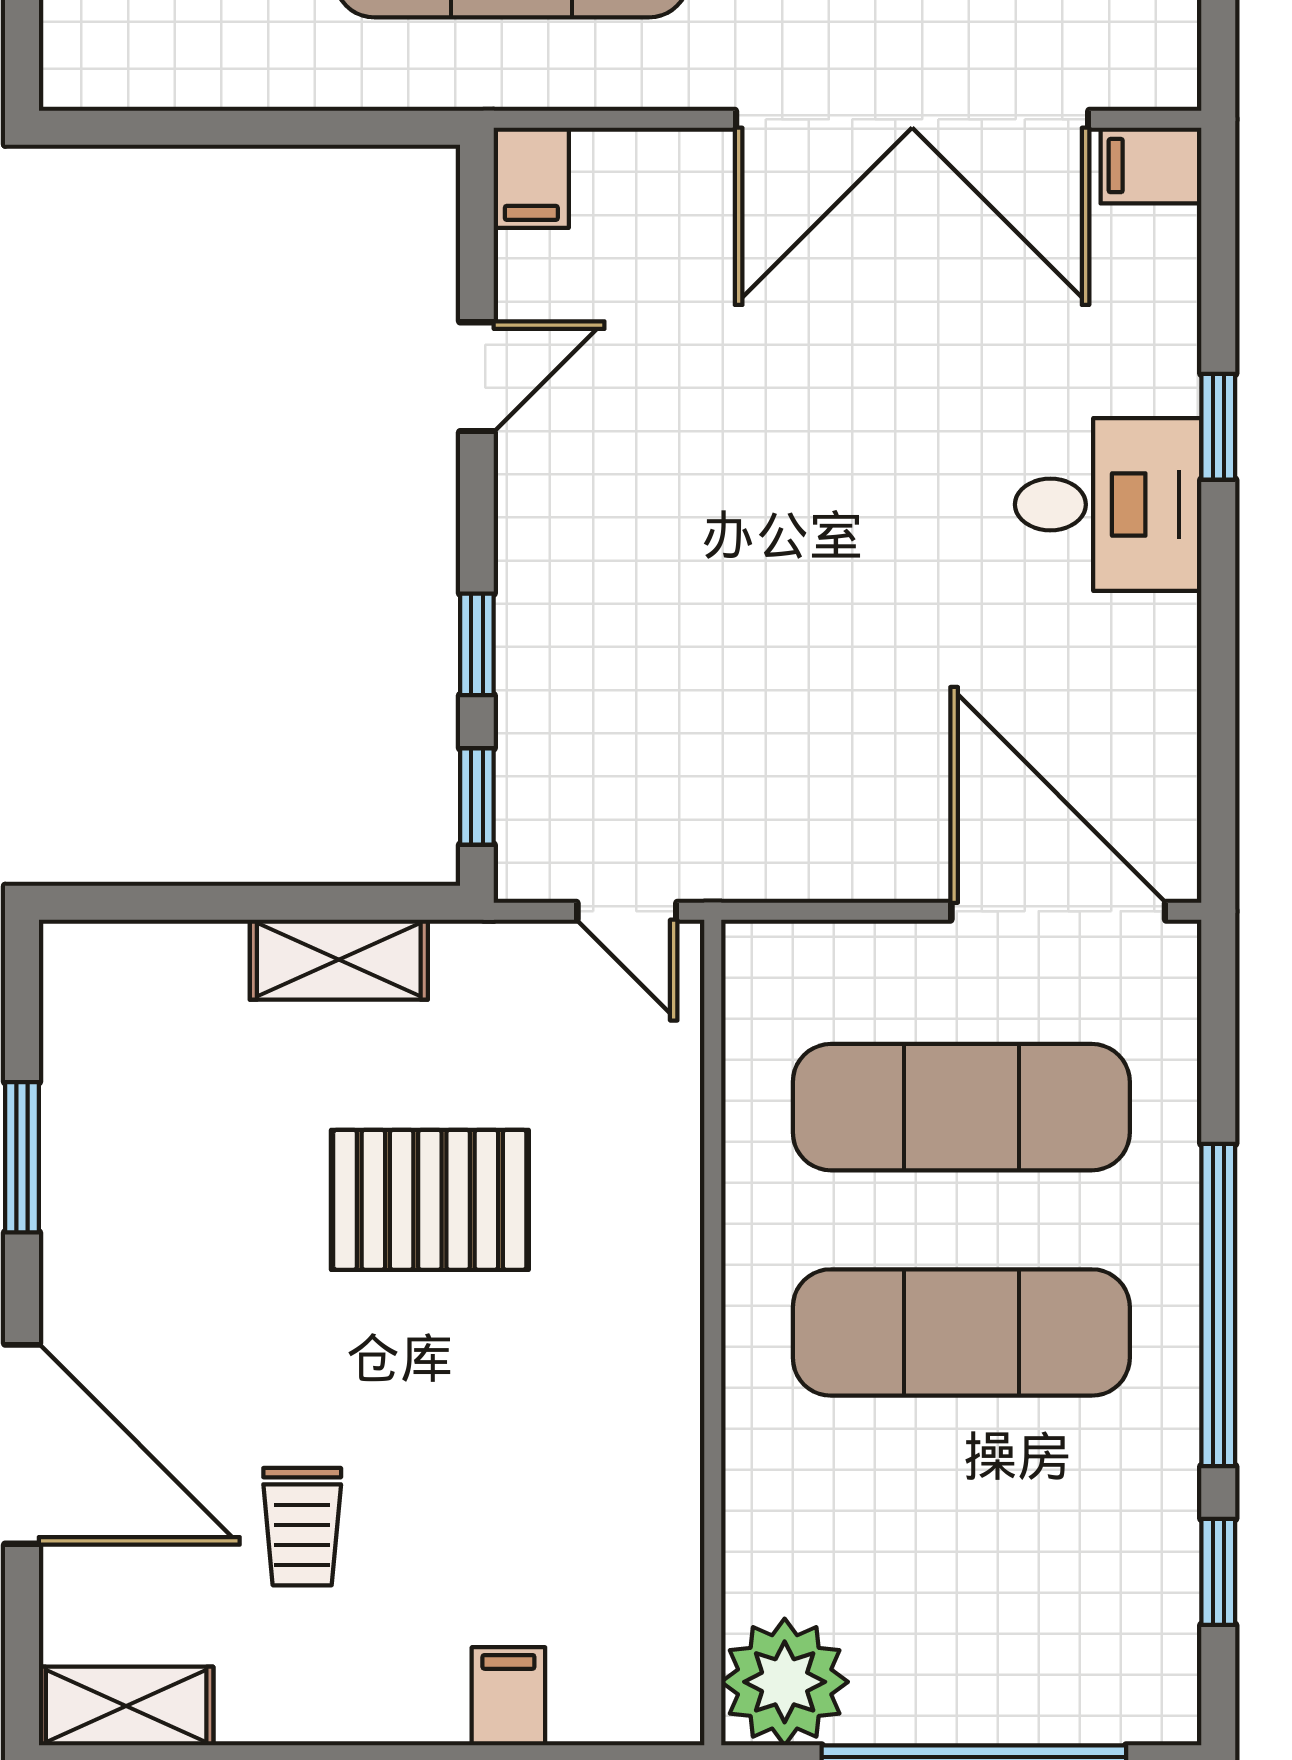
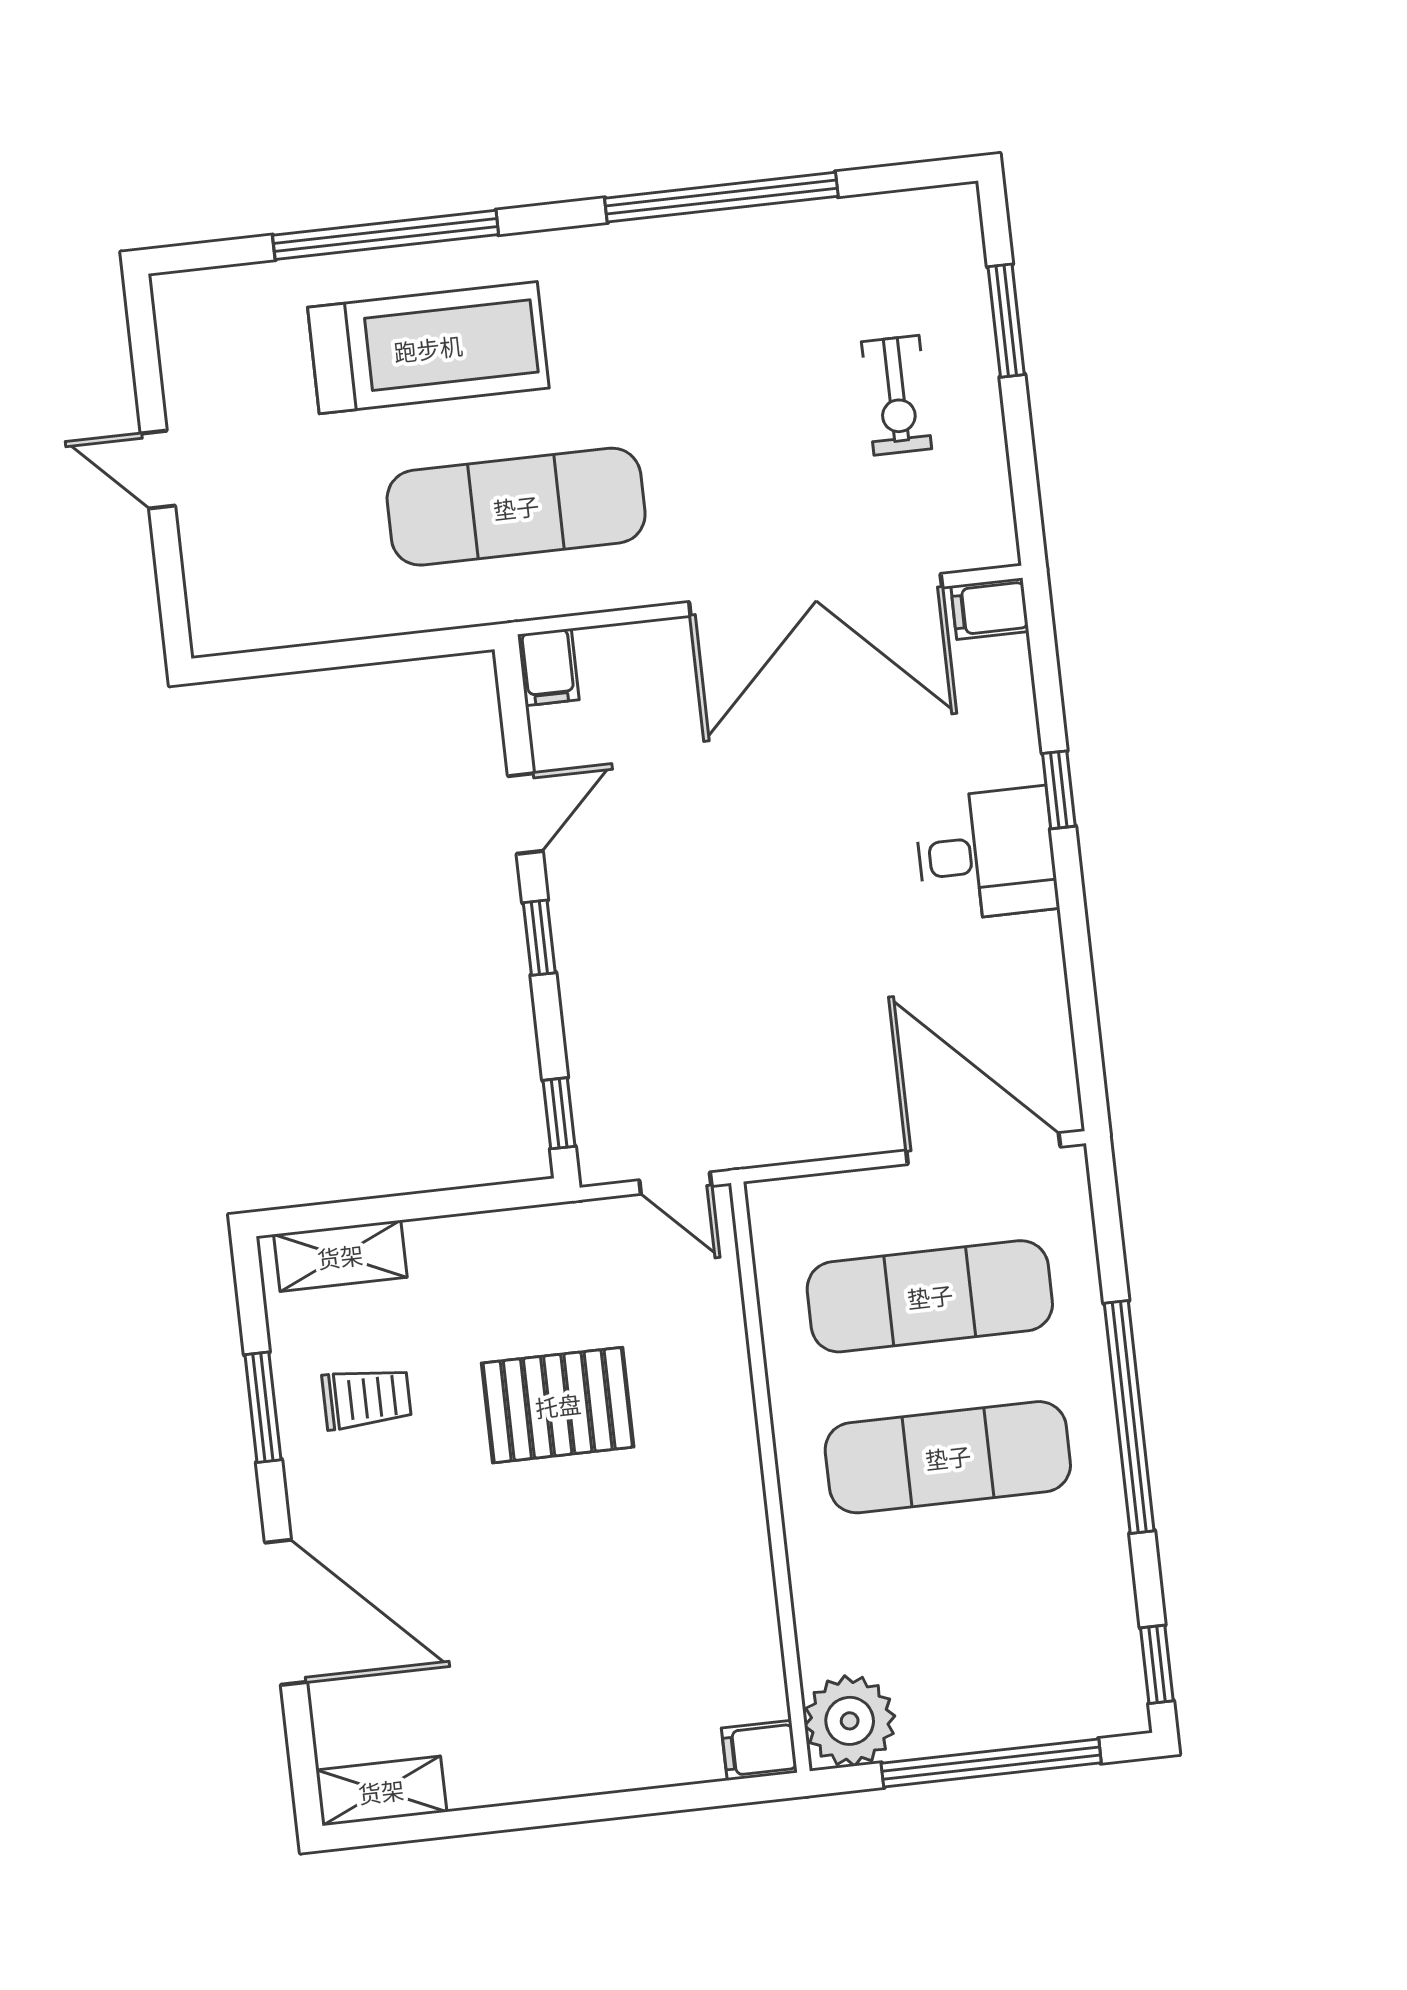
window: (477, 644) -> (539, 938), moved
shelving: (339, 960) -> (340, 1256), moved
trolley: (302, 1527) -> (367, 1398), moved, turned -90
window: (1218, 1572) -> (1157, 1664), moved
filing cabinet: (508, 1696) -> (759, 1750), moved, turned -90

